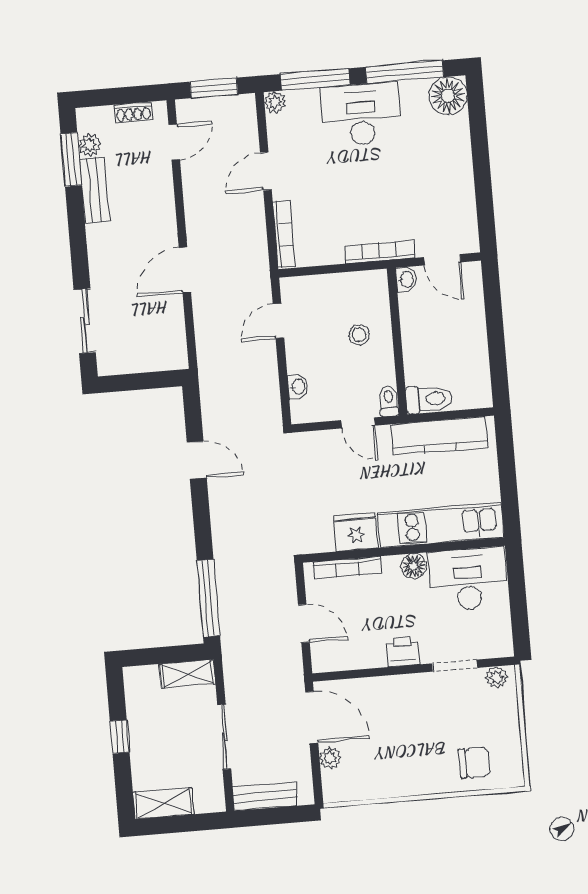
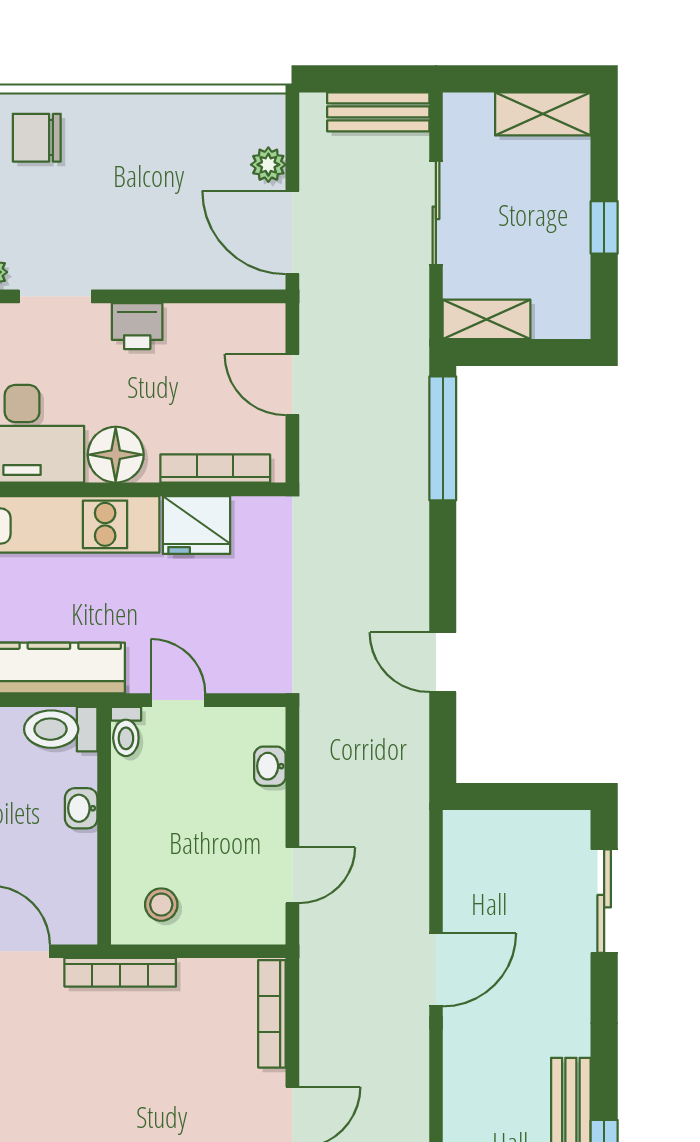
washbasin: (406, 279) -> (81, 808), moved
stool: (359, 335) -> (161, 905), moved
floor lamp: (414, 566) -> (116, 455), width x1.38, depth x1.38

